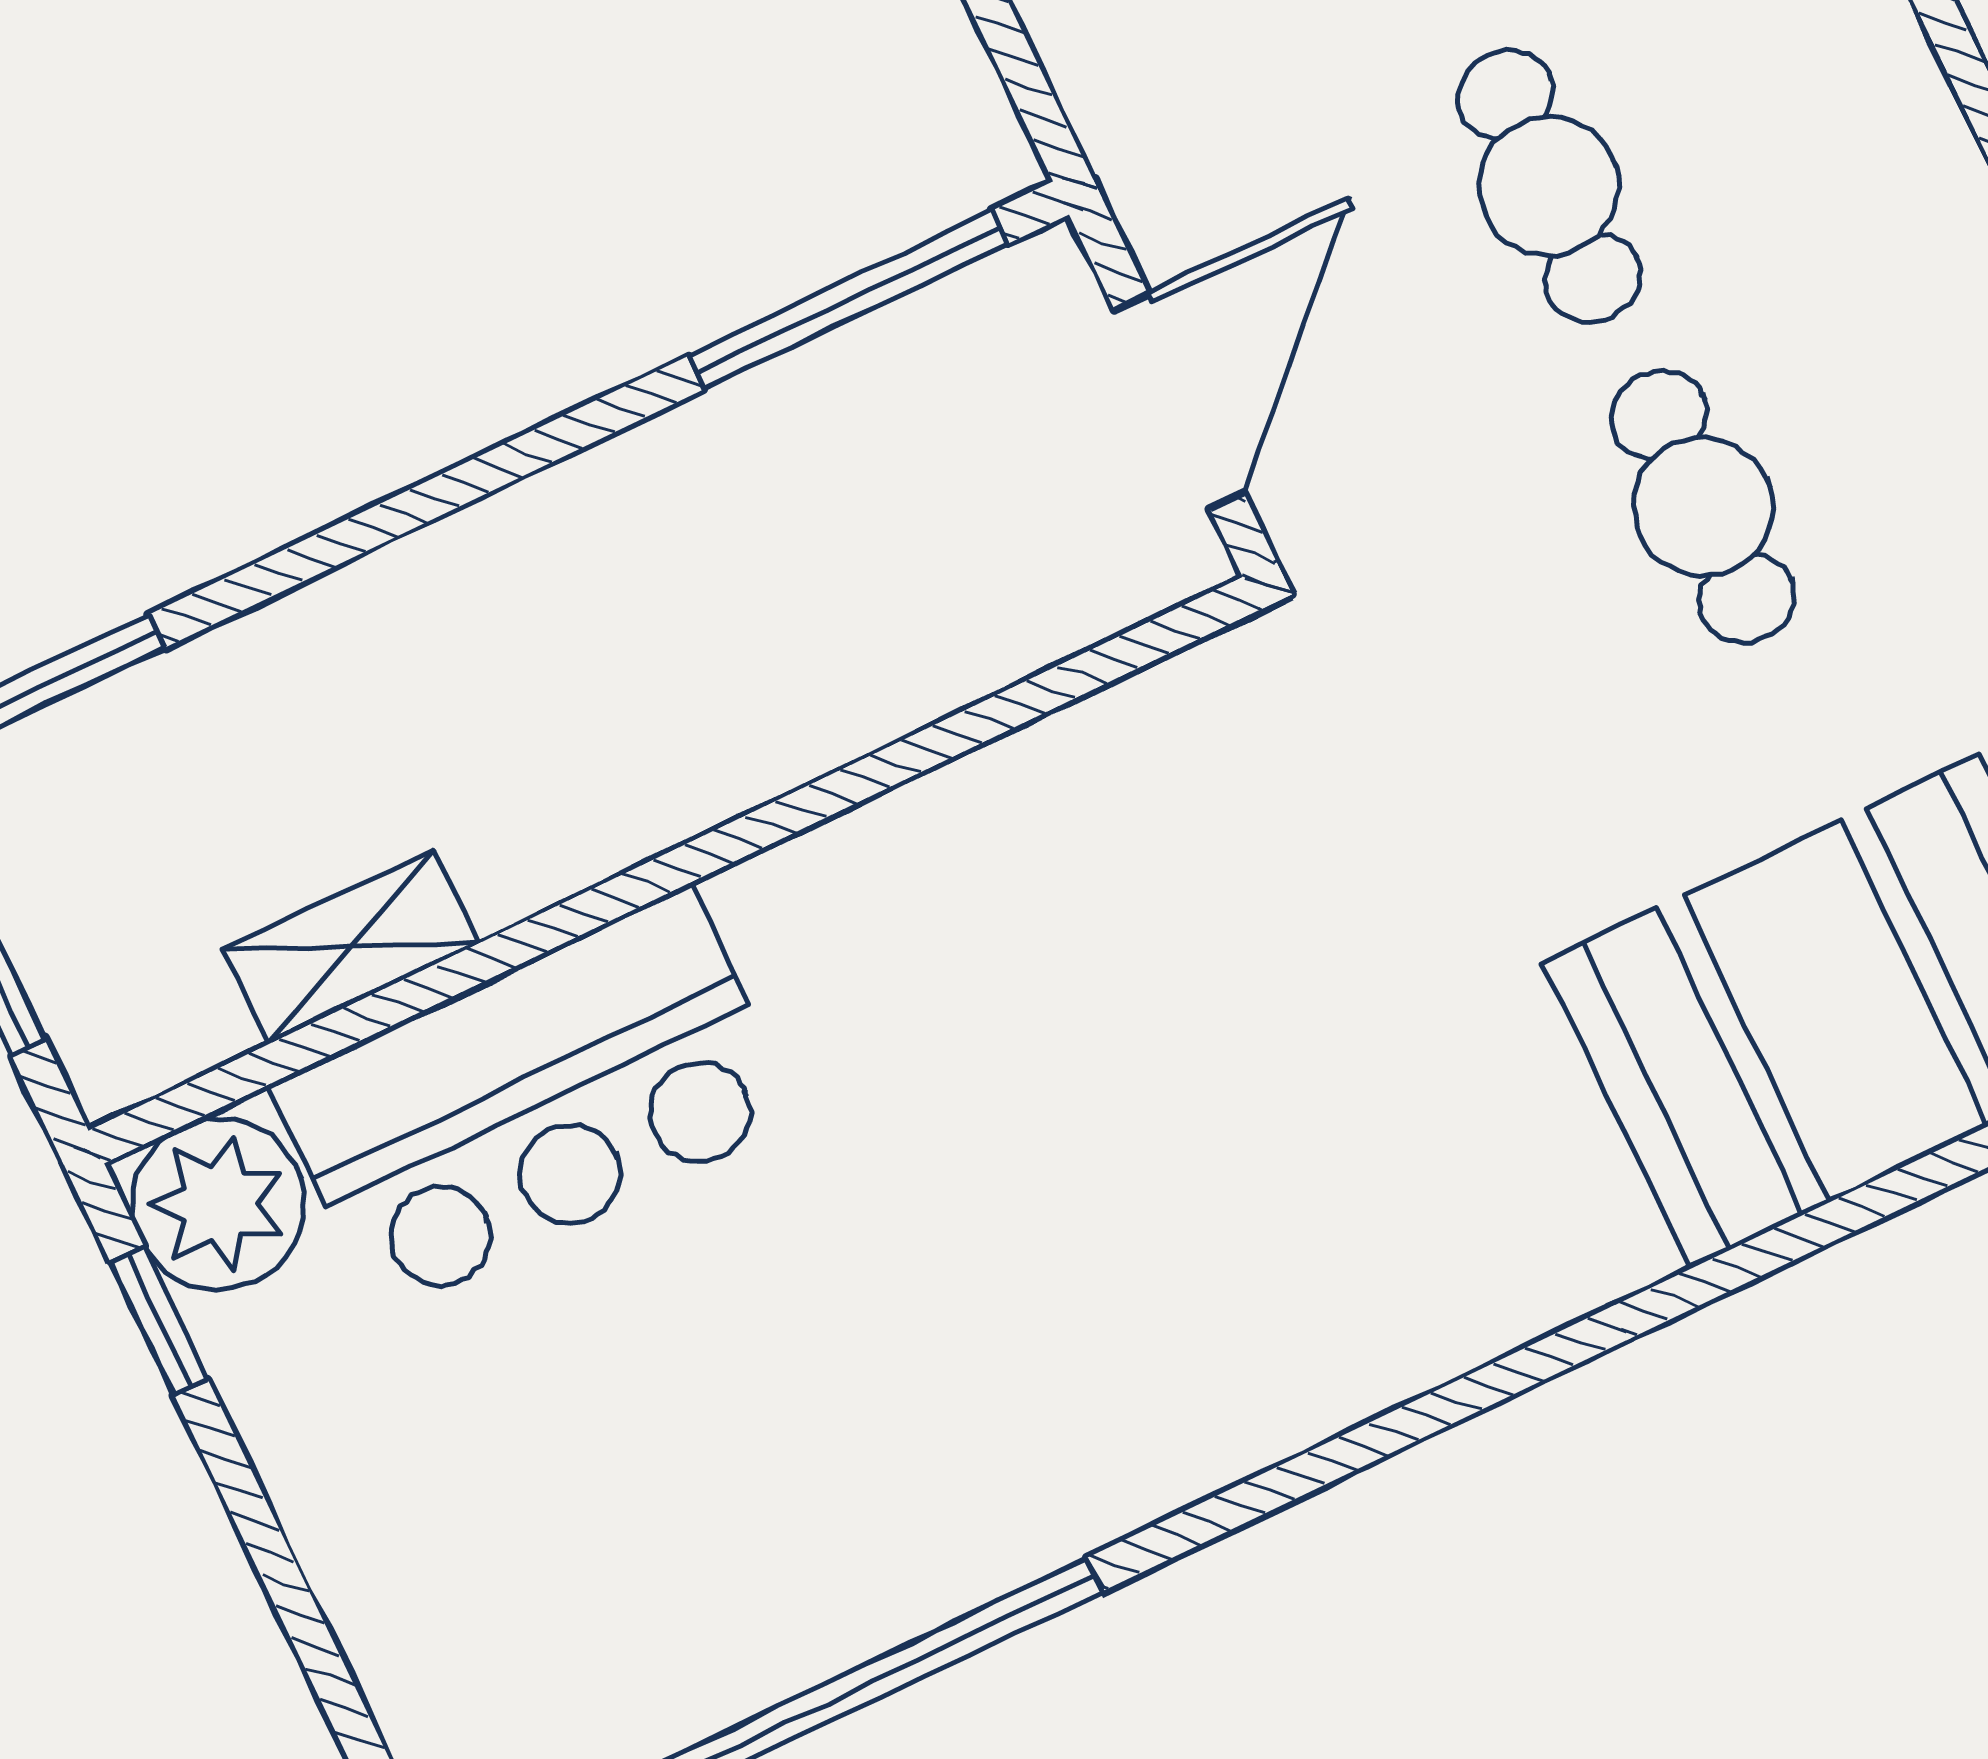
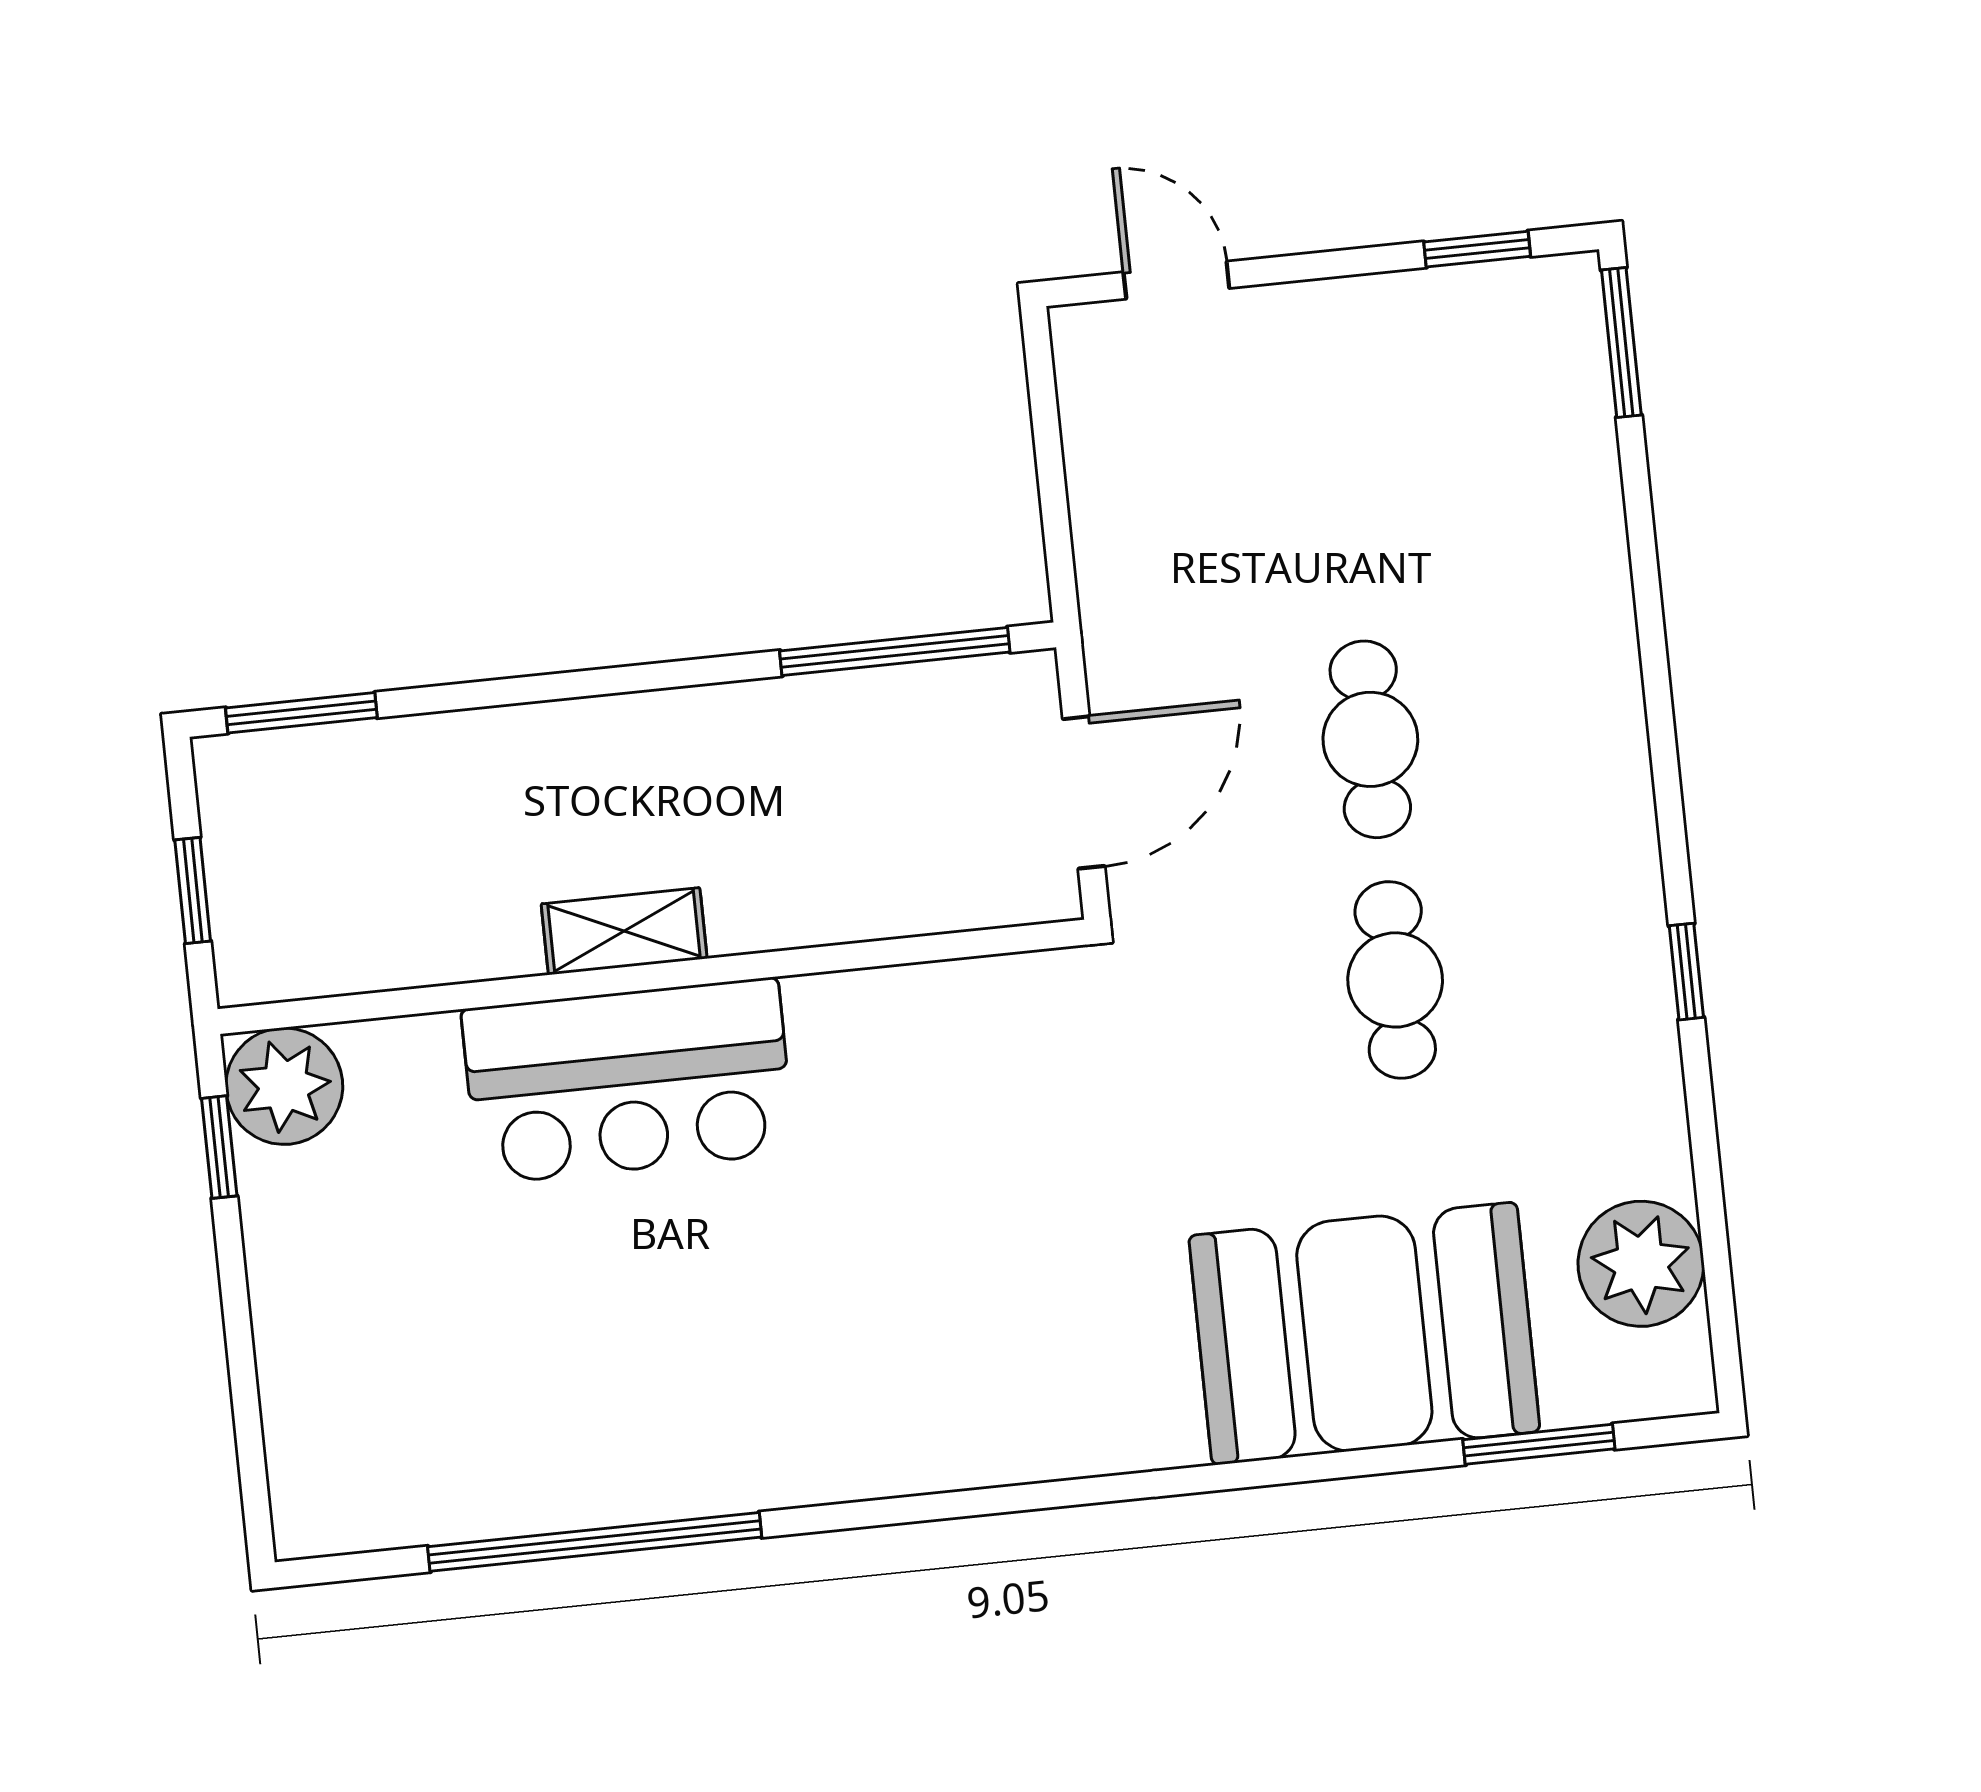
shelving: (351, 946) -> (624, 931), moved
bar counter: (535, 1101) -> (628, 1081), moved

